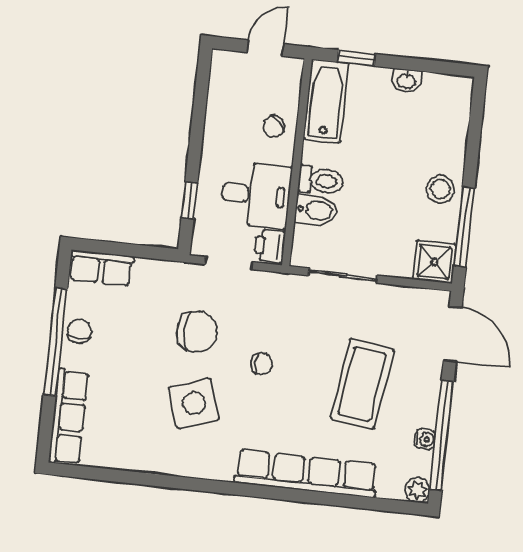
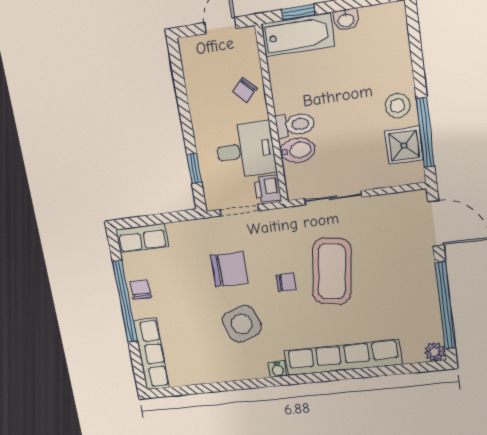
bathtub: (326, 101) -> (298, 35), moved, turned 90
shower: (434, 262) -> (404, 146), moved
coffee table: (362, 384) -> (332, 271), moved
water cooler: (425, 439) -> (278, 369), moved, turned 90

